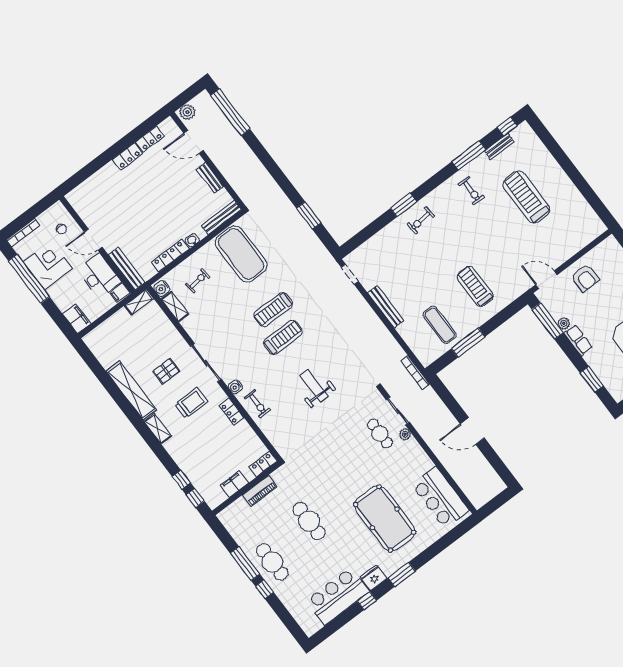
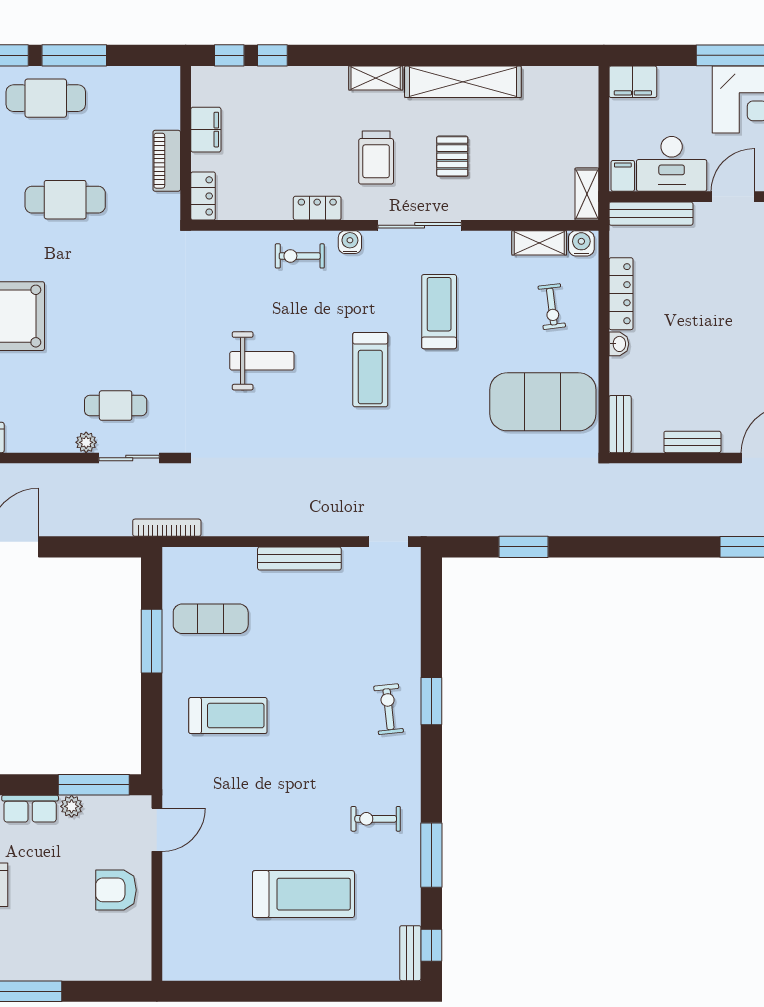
bench: (499, 146) -> (410, 953), moved
bench: (221, 217) -> (620, 424), width x0.73
treadmill: (273, 310) -> (439, 312), moved

